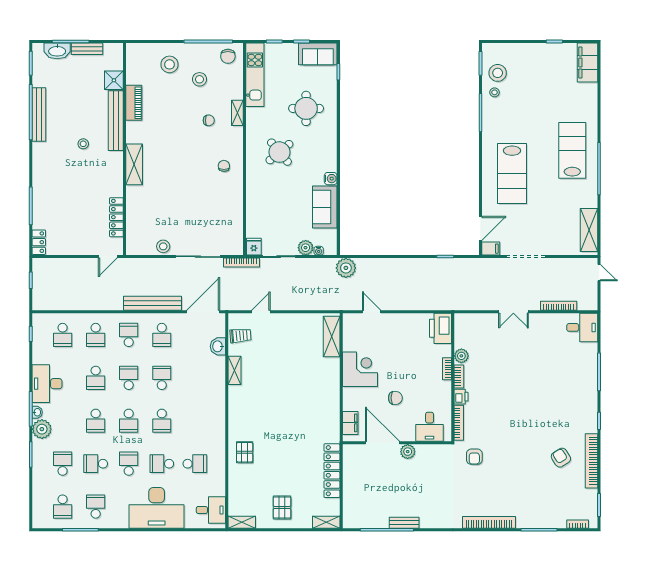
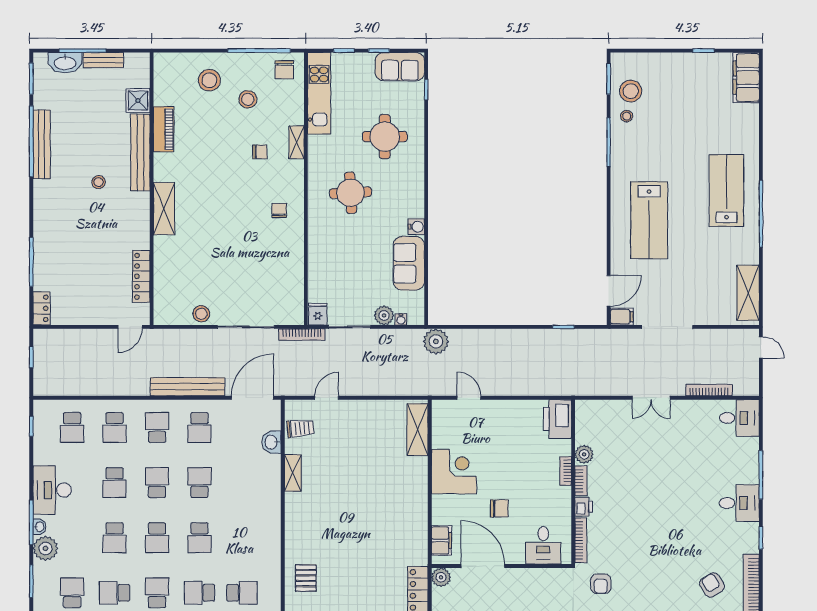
round table: (279, 152) -> (351, 193), turned 37
desk: (582, 394) -> (739, 503), added
plant: (408, 452) -> (441, 577), moved

